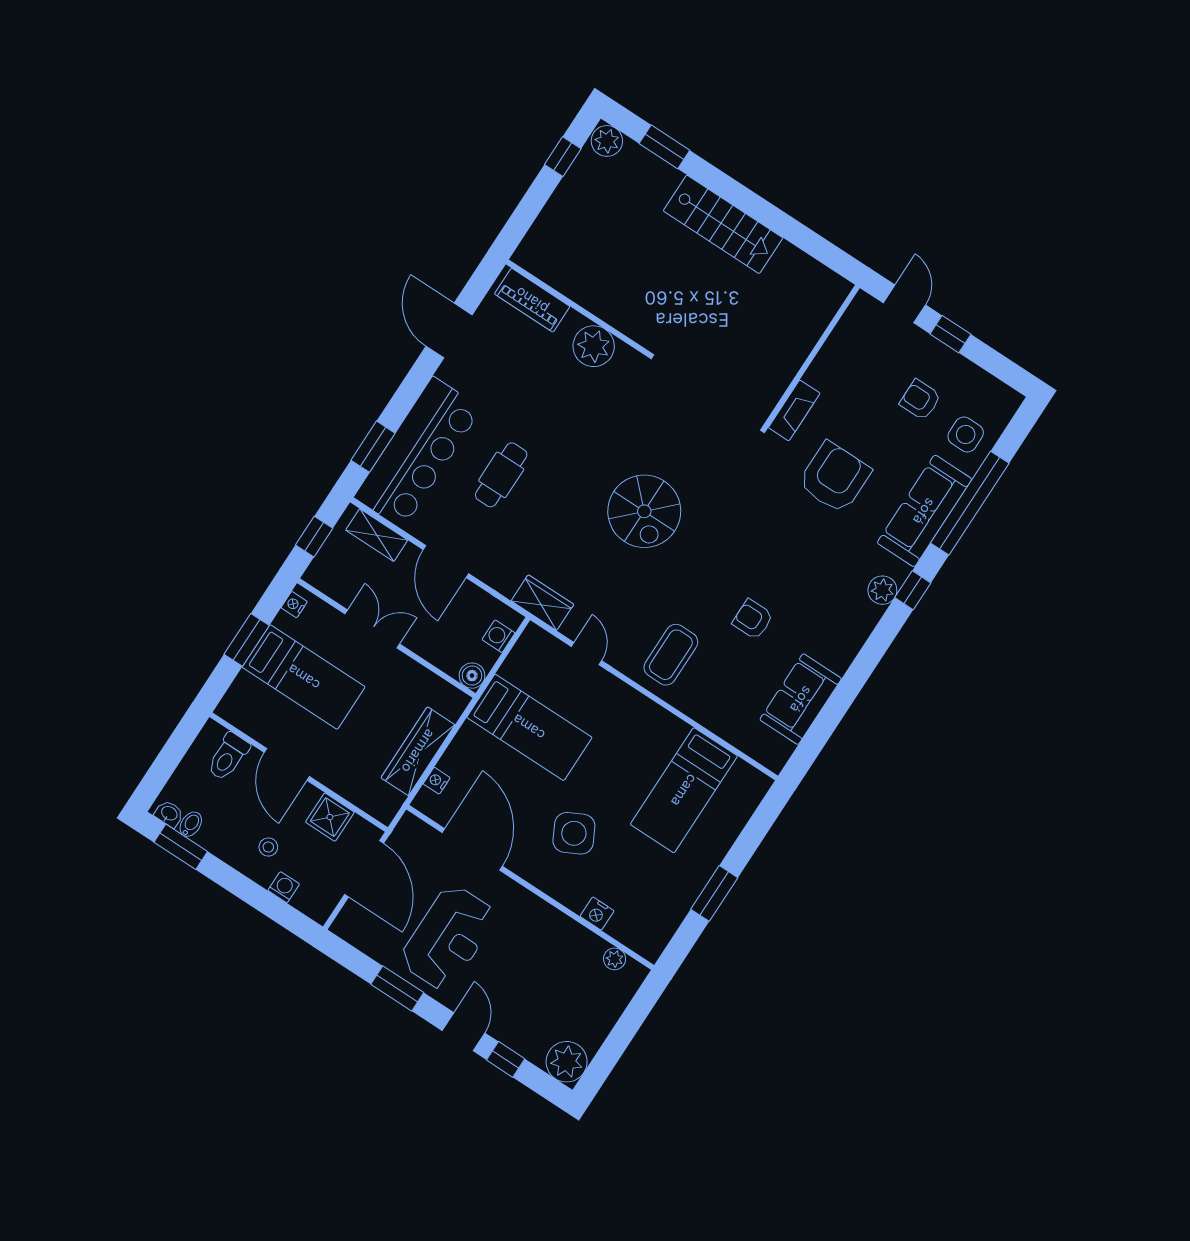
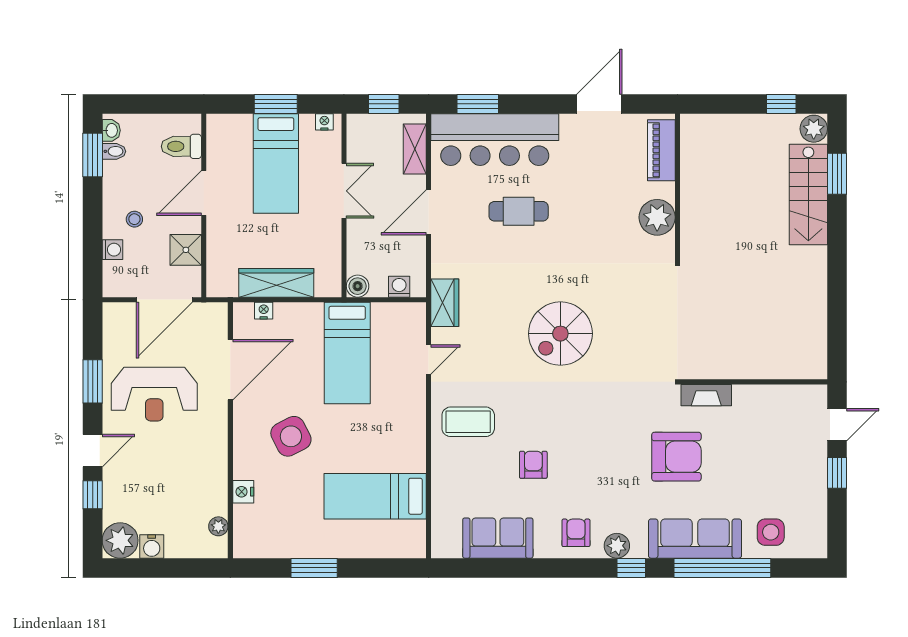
stairs: (723, 224) -> (808, 195), moved
armchair: (920, 400) -> (576, 533), moved
water cooler: (592, 1035) -> (152, 546), added

